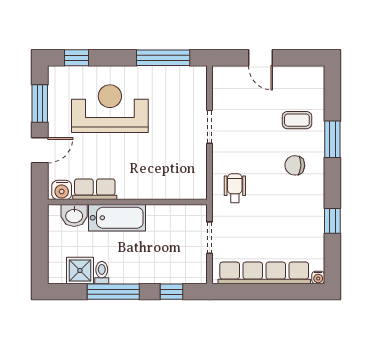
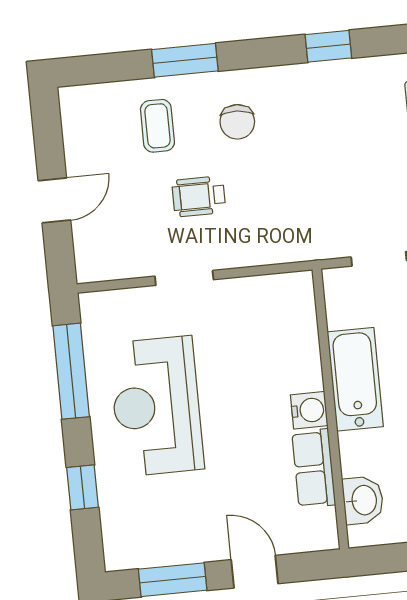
window: (76, 58) -> (83, 487), moved
reception desk: (110, 109) -> (156, 406), moved
wheelchair: (235, 188) -> (199, 196), moved
water cooler: (62, 190) -> (309, 410), moved
bathtub: (117, 218) -> (355, 379), moved

